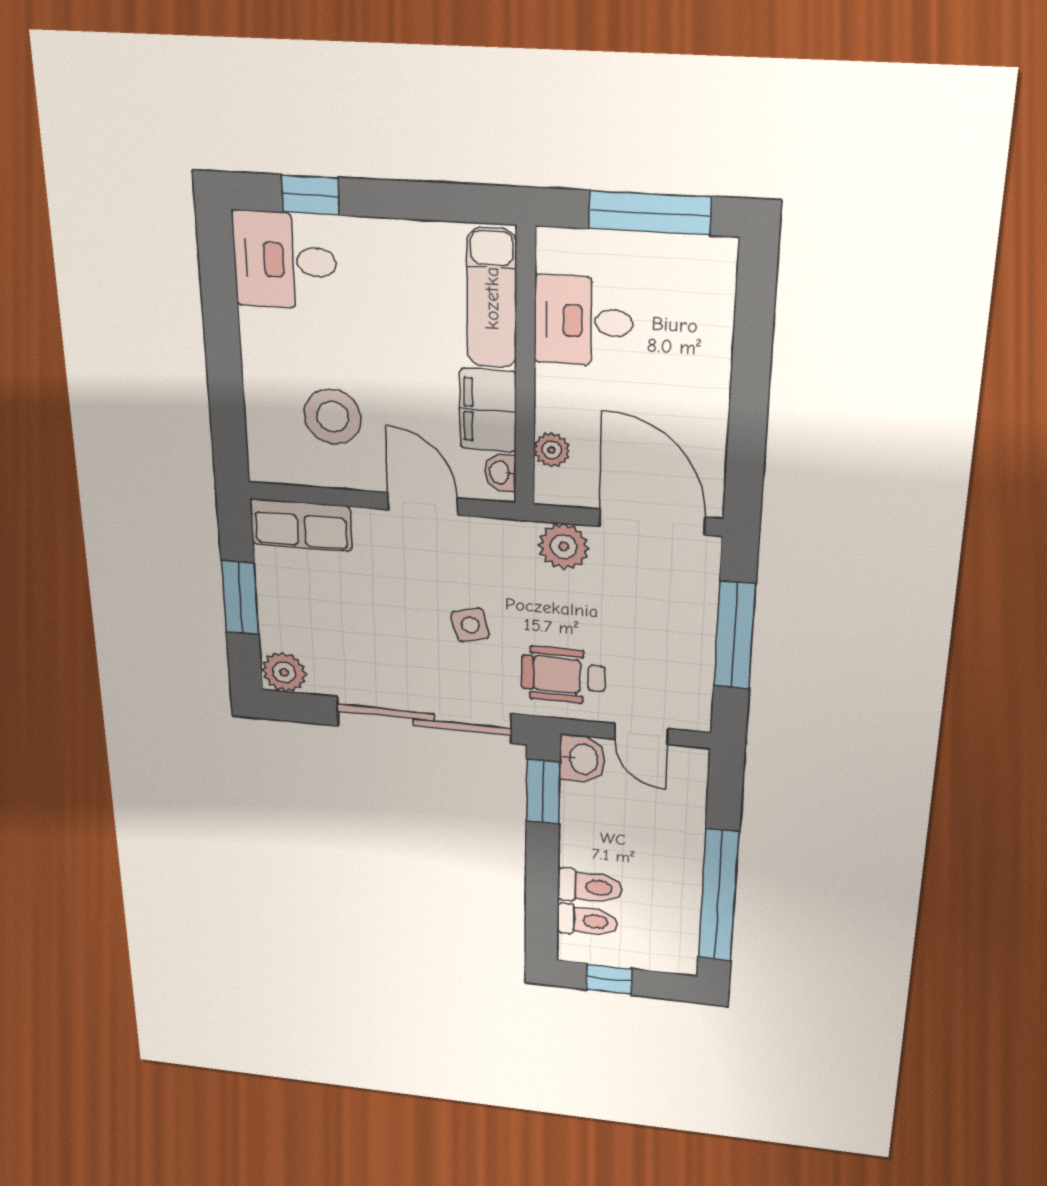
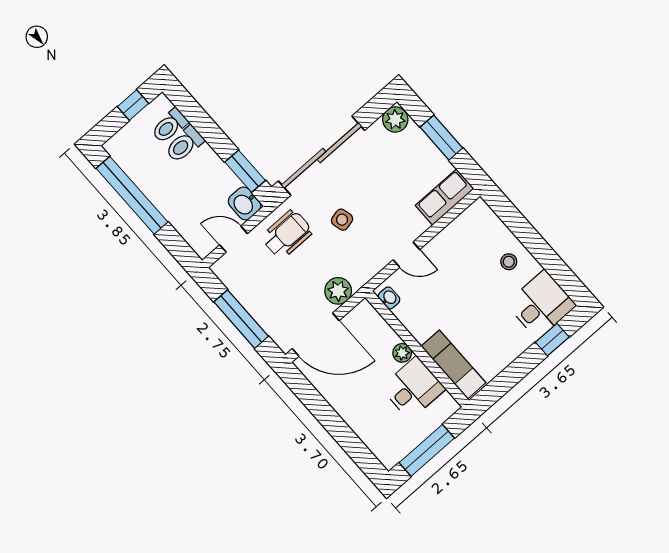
filing cabinet: (488, 410) -> (416, 319), removed
stool: (333, 417) -> (509, 262), moved, width x0.53, depth x0.53
plant: (552, 450) -> (402, 353), moved
door: (423, 504) -> (406, 255), width x0.73

